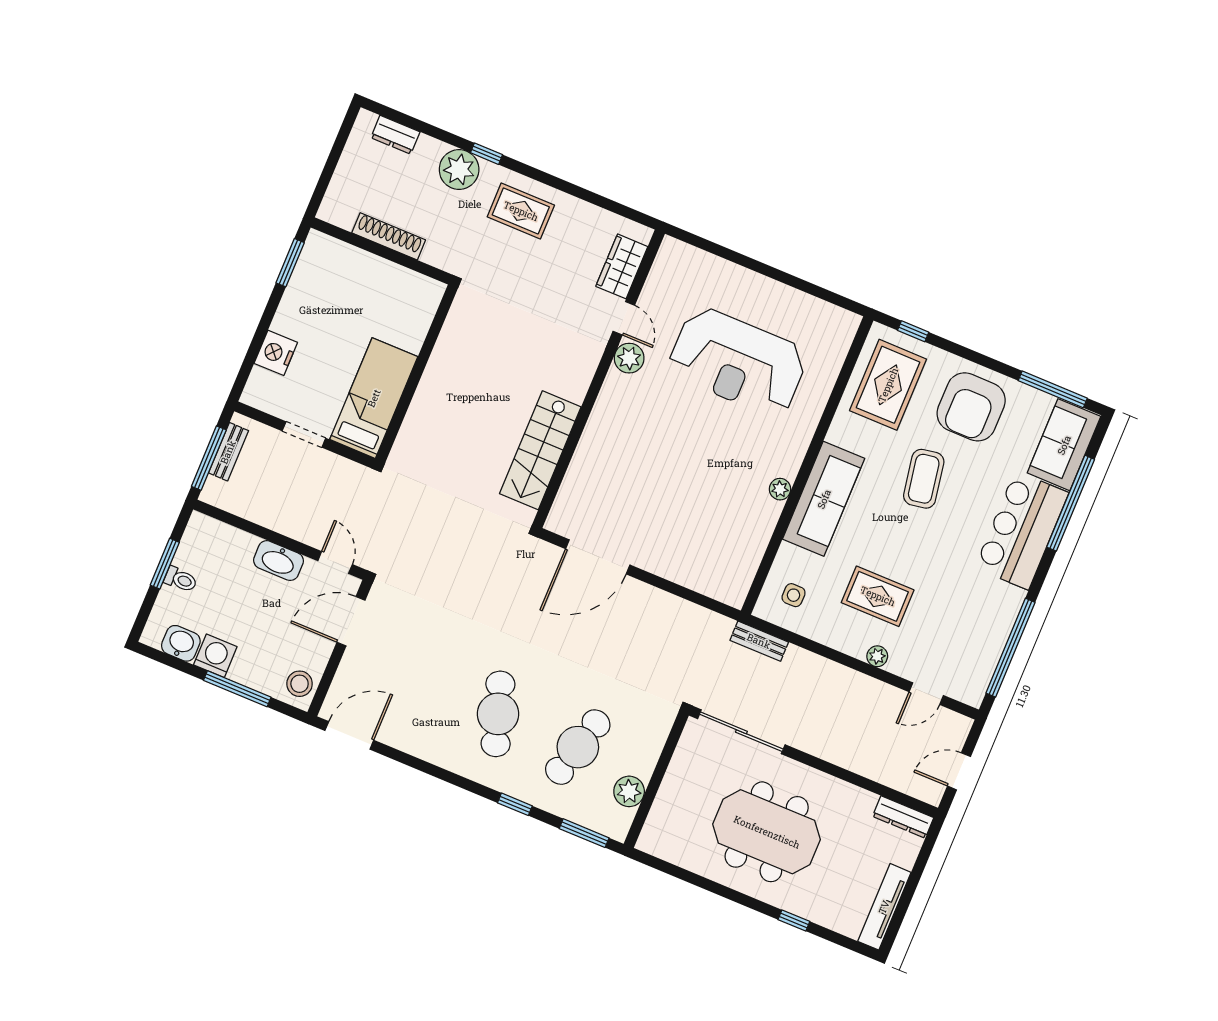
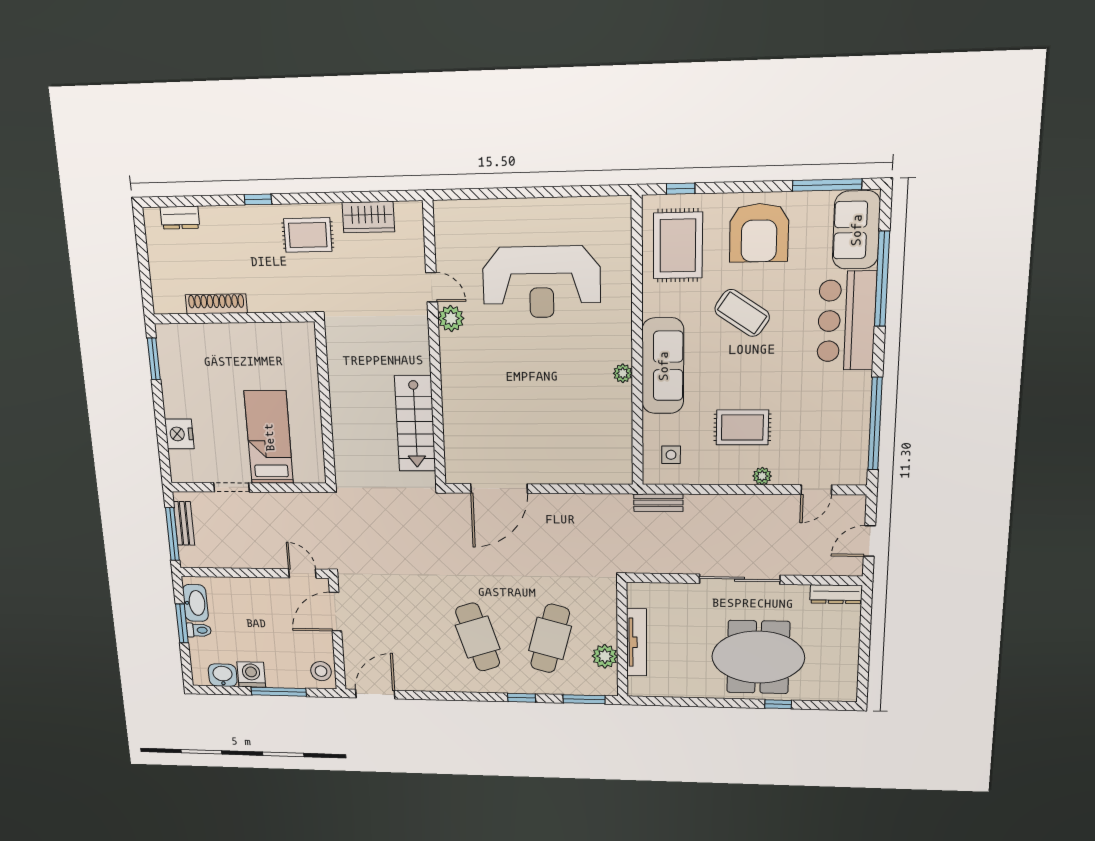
plant: (459, 170) -> (243, 223), removed
wardrobe: (622, 266) -> (368, 217), moved, turned -90
wall: (417, 374) -> (325, 404), moved
coffee table: (924, 479) -> (742, 313), turned -46
washbasin: (278, 561) -> (195, 603), moved, turned -90
sliding door: (741, 732) -> (740, 579), moved
meeting table: (767, 832) -> (758, 657), moved
tv unit: (884, 907) -> (637, 642), moved, turned 180

